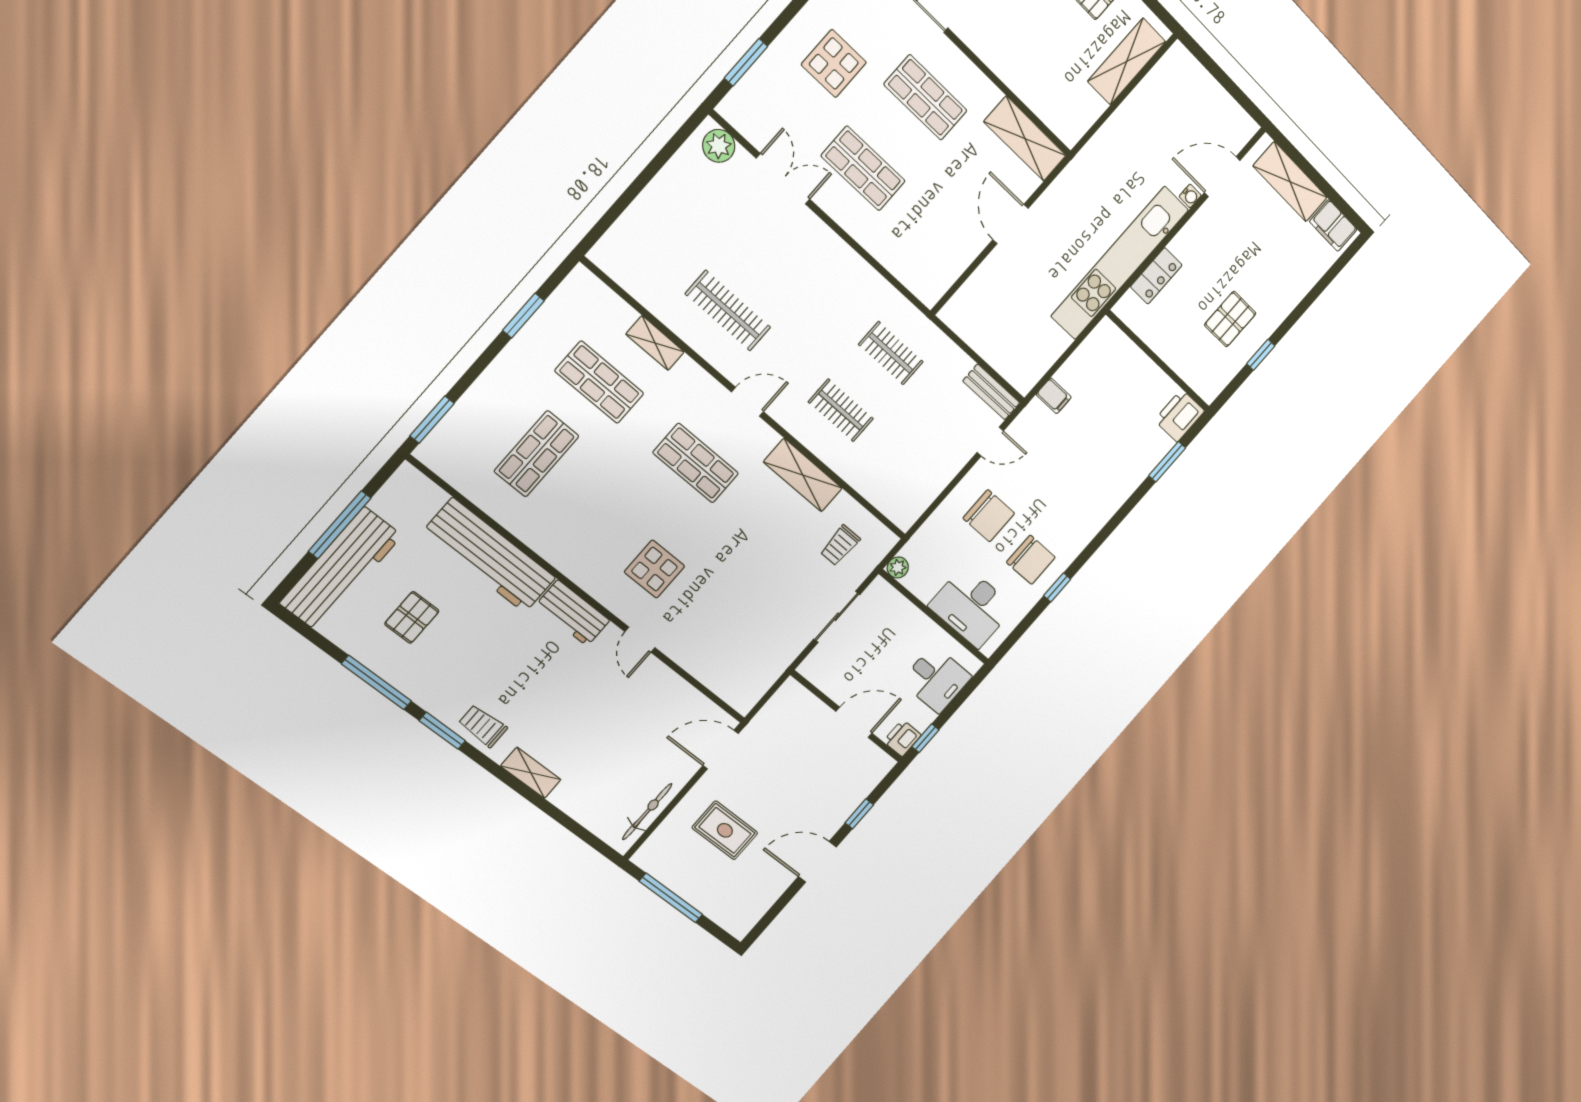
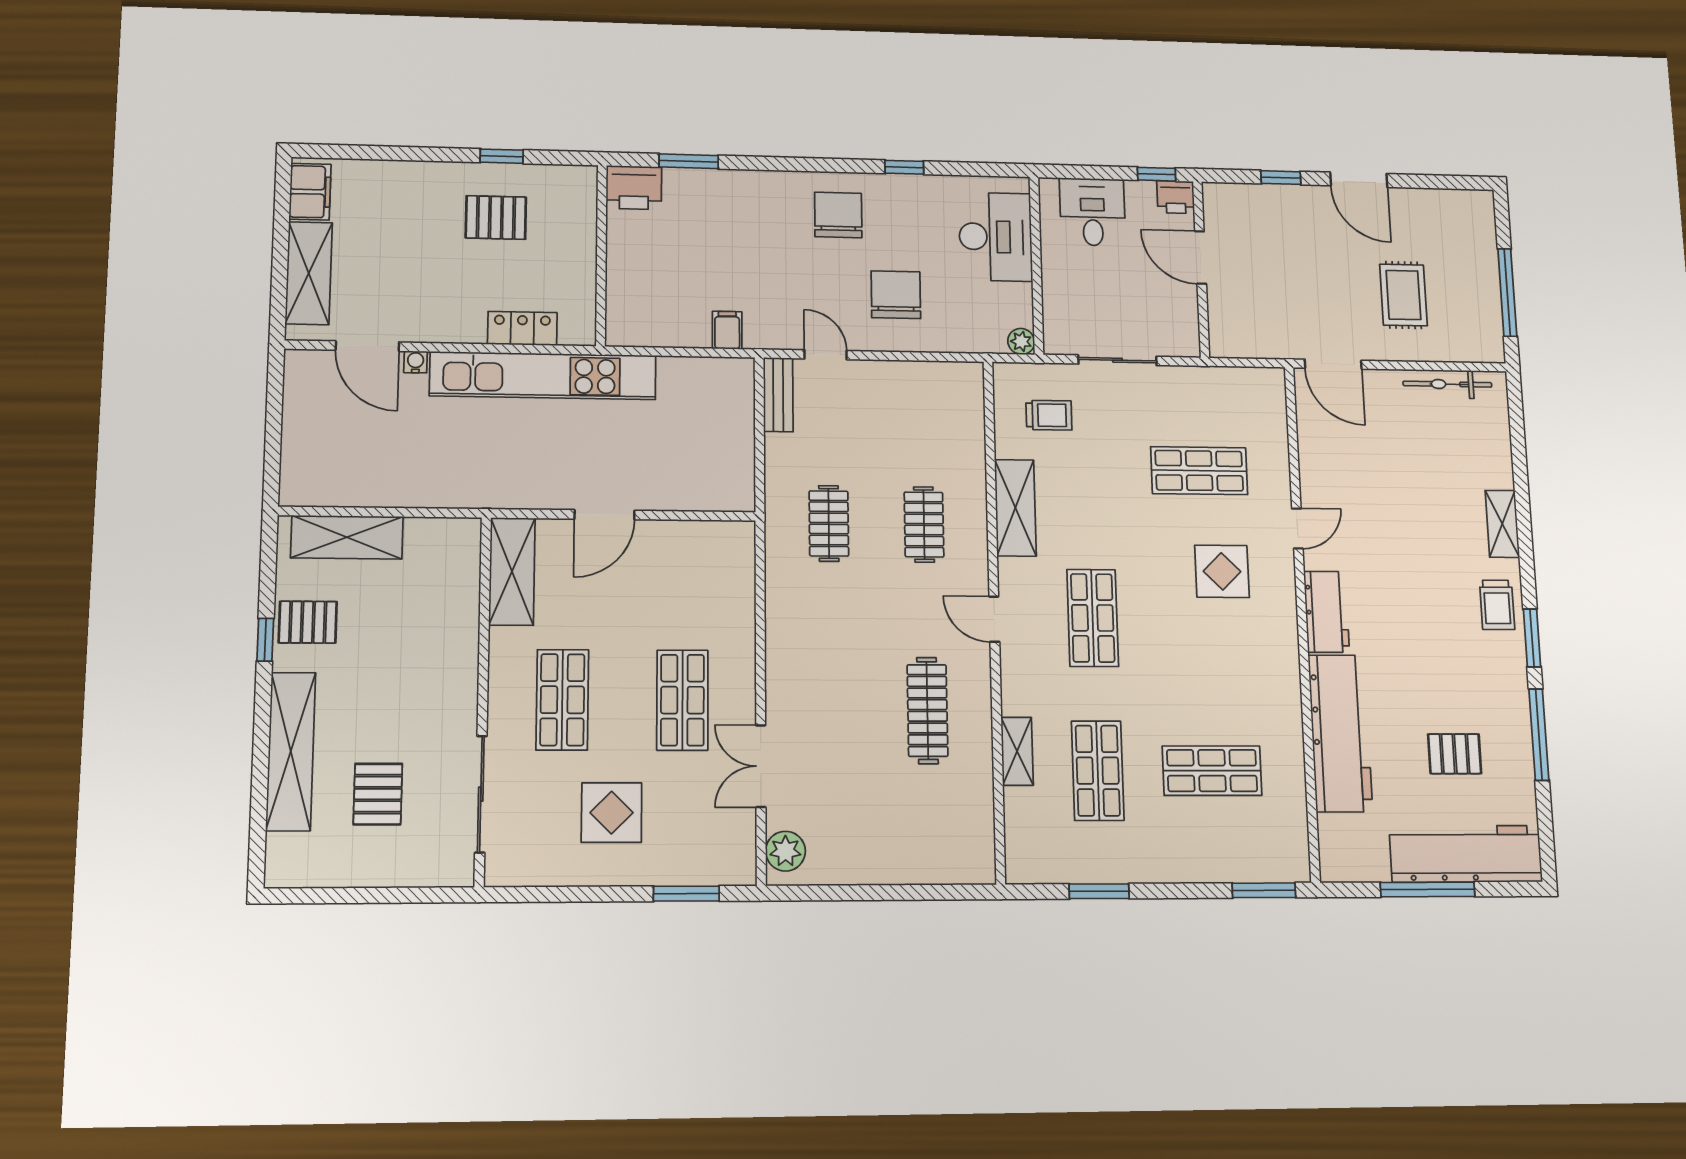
chair: (1031, 560) -> (838, 215), moved
shop shelf: (728, 609) -> (1199, 471), added

